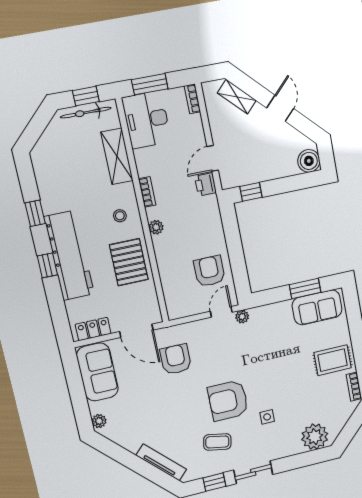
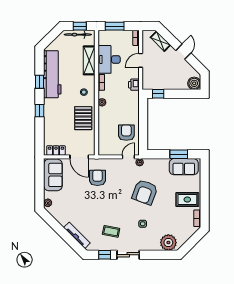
desk: (147, 120) -> (109, 59), moved
door: (213, 158) -> (141, 60), moved
workbench: (69, 255) -> (52, 74), moved
armchair: (228, 400) -> (145, 192), moved, turned -70

